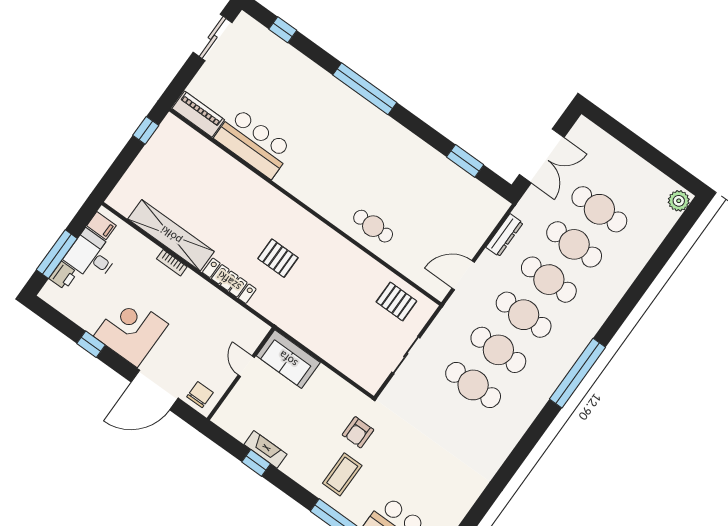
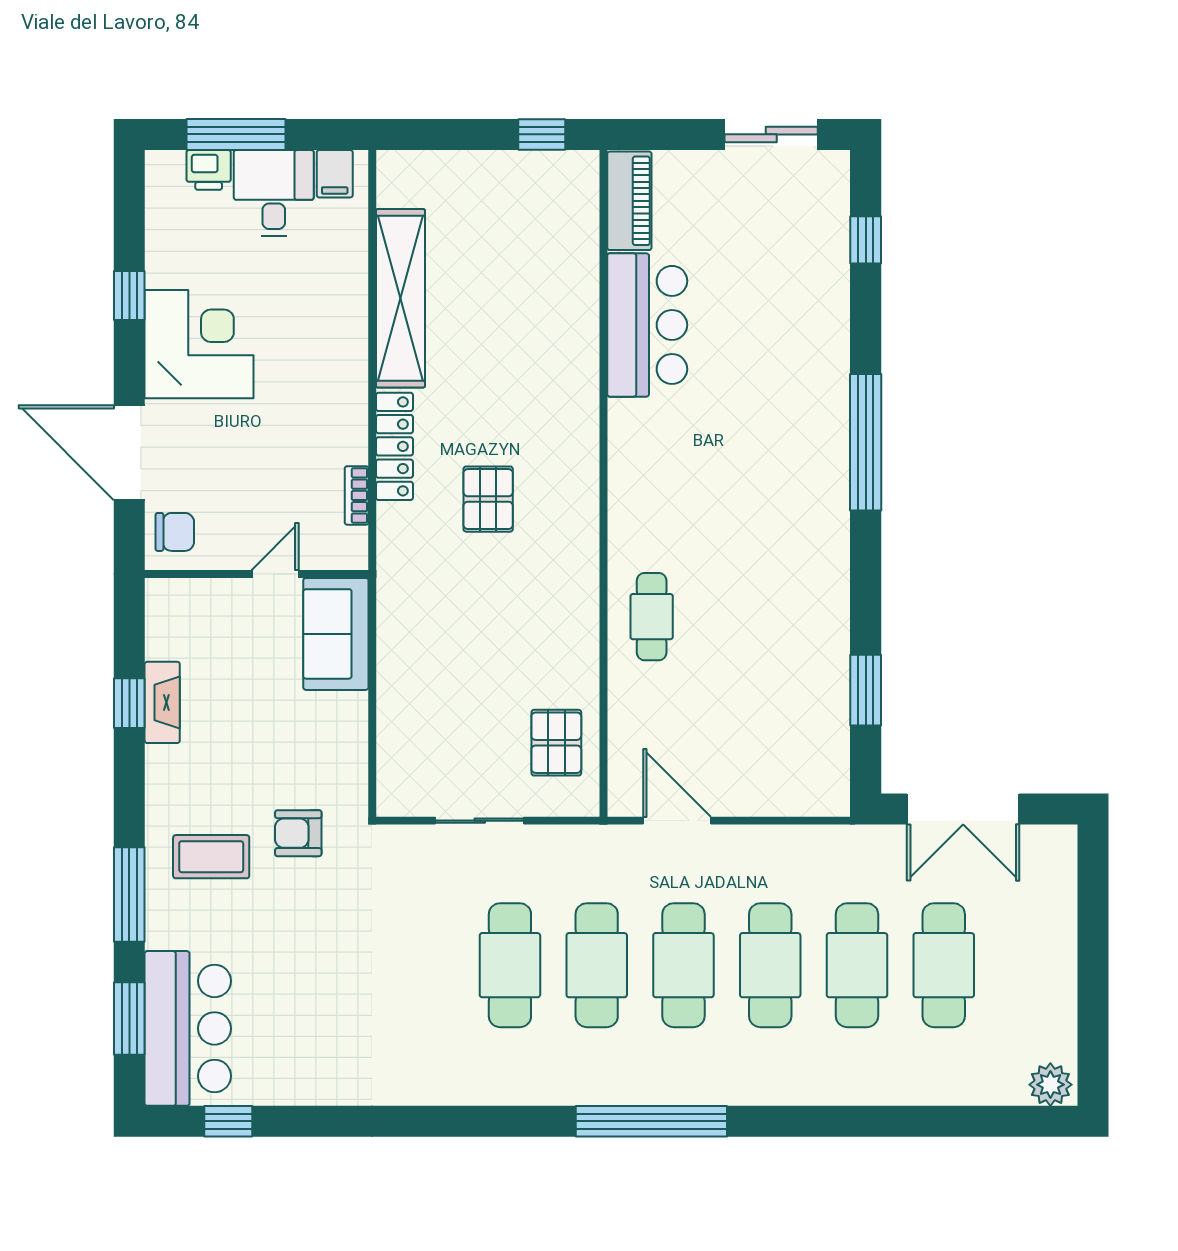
dresser: (504, 235) -> (791, 841), removed
bookcase: (172, 263) -> (357, 495), moved

